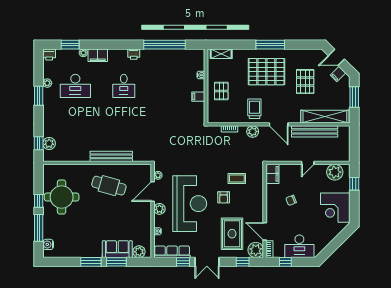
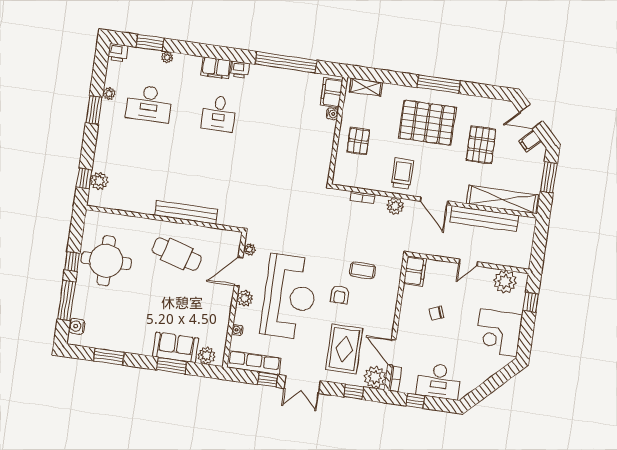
filing cabinet: (98, 55) -> (216, 68), moved
filing cabinet: (198, 97) -> (332, 93), moved, width x2.00
window: (91, 262) -> (109, 357), moved

